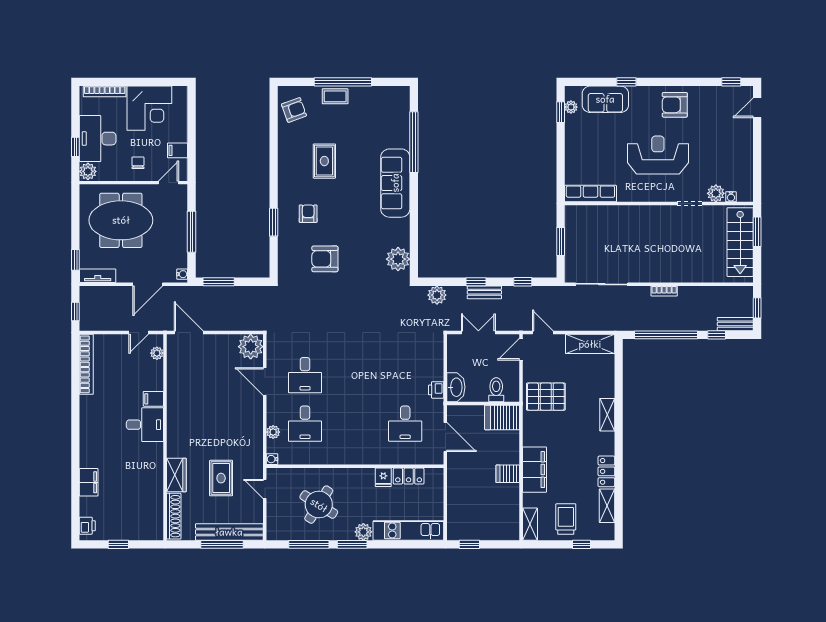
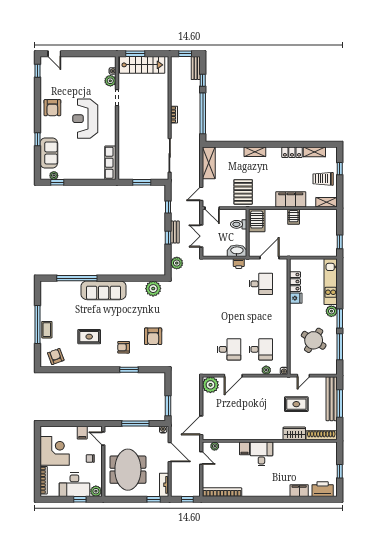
printer: (87, 526) -> (323, 489), width x1.87, depth x1.48

